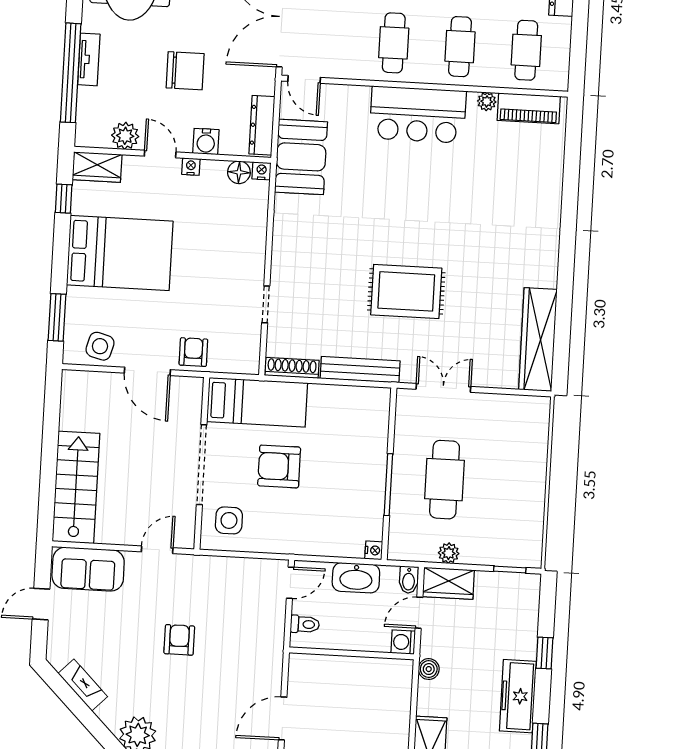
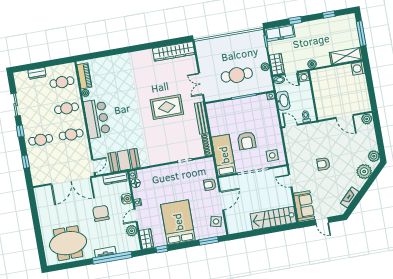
rug: (406, 291) -> (167, 107), turned 90
freezer: (518, 696) -> (280, 33), moved

